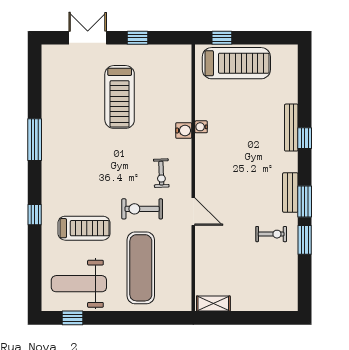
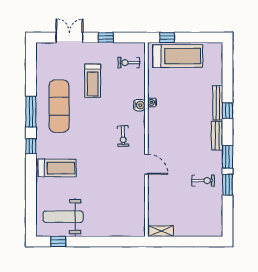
treadmill: (120, 97) -> (93, 81), width x0.73, depth x0.73
bench: (290, 193) -> (217, 136), moved
exercise bike: (142, 209) -> (129, 63), moved, width x0.73, depth x0.72
window: (35, 215) -> (31, 146), moved
treadmill: (84, 228) -> (57, 168), moved
exercise mat: (141, 268) -> (59, 106), moved

